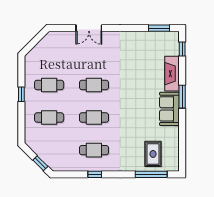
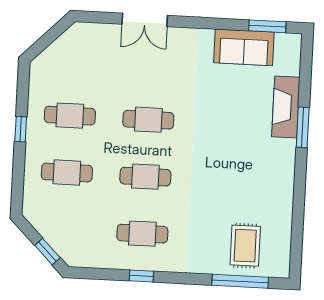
window: (182, 49) -> (306, 65), removed
window: (182, 97) -> (303, 127), moved
sofa: (169, 109) -> (244, 47), moved, turned -90

